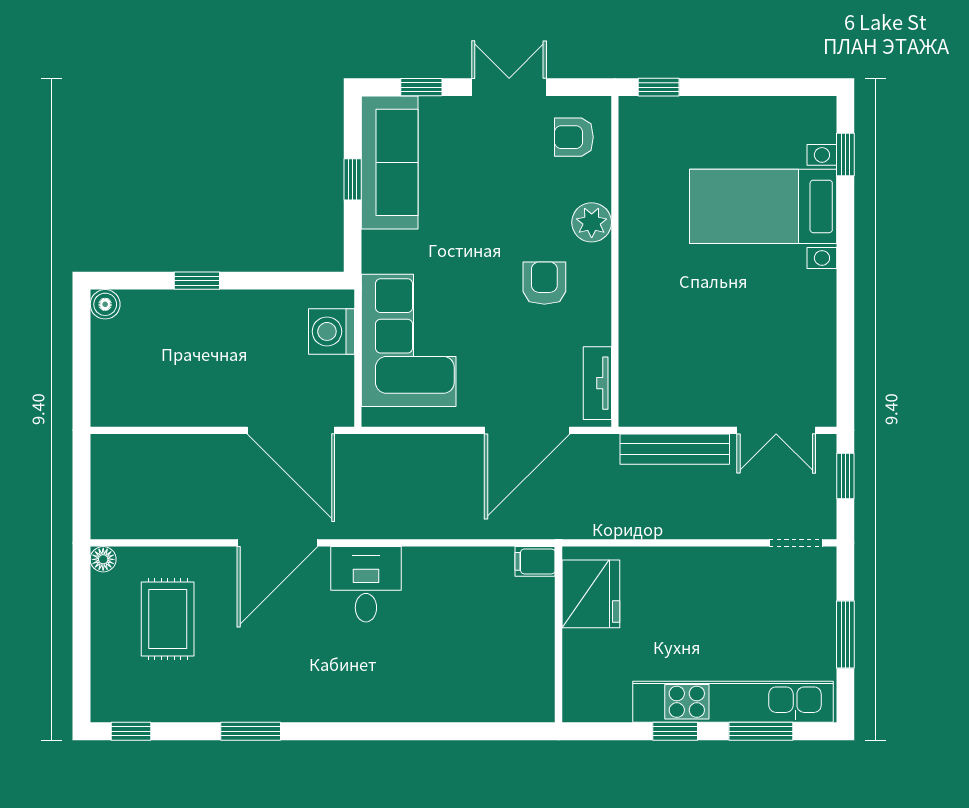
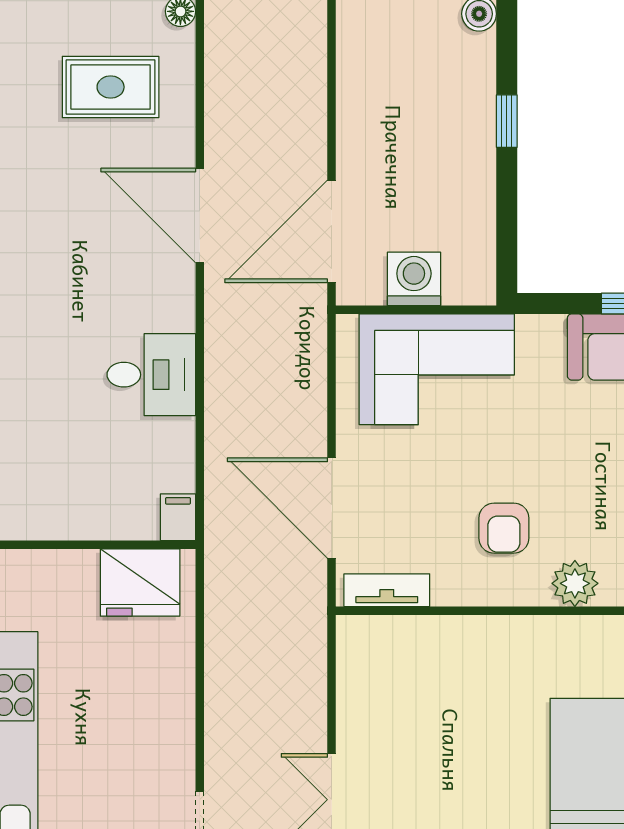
armchair: (544, 283) -> (504, 528), turned 90
washing machine: (332, 331) -> (414, 279), moved
bench: (675, 449) -> (310, 681), removed
desk: (366, 584) -> (151, 375), moved

